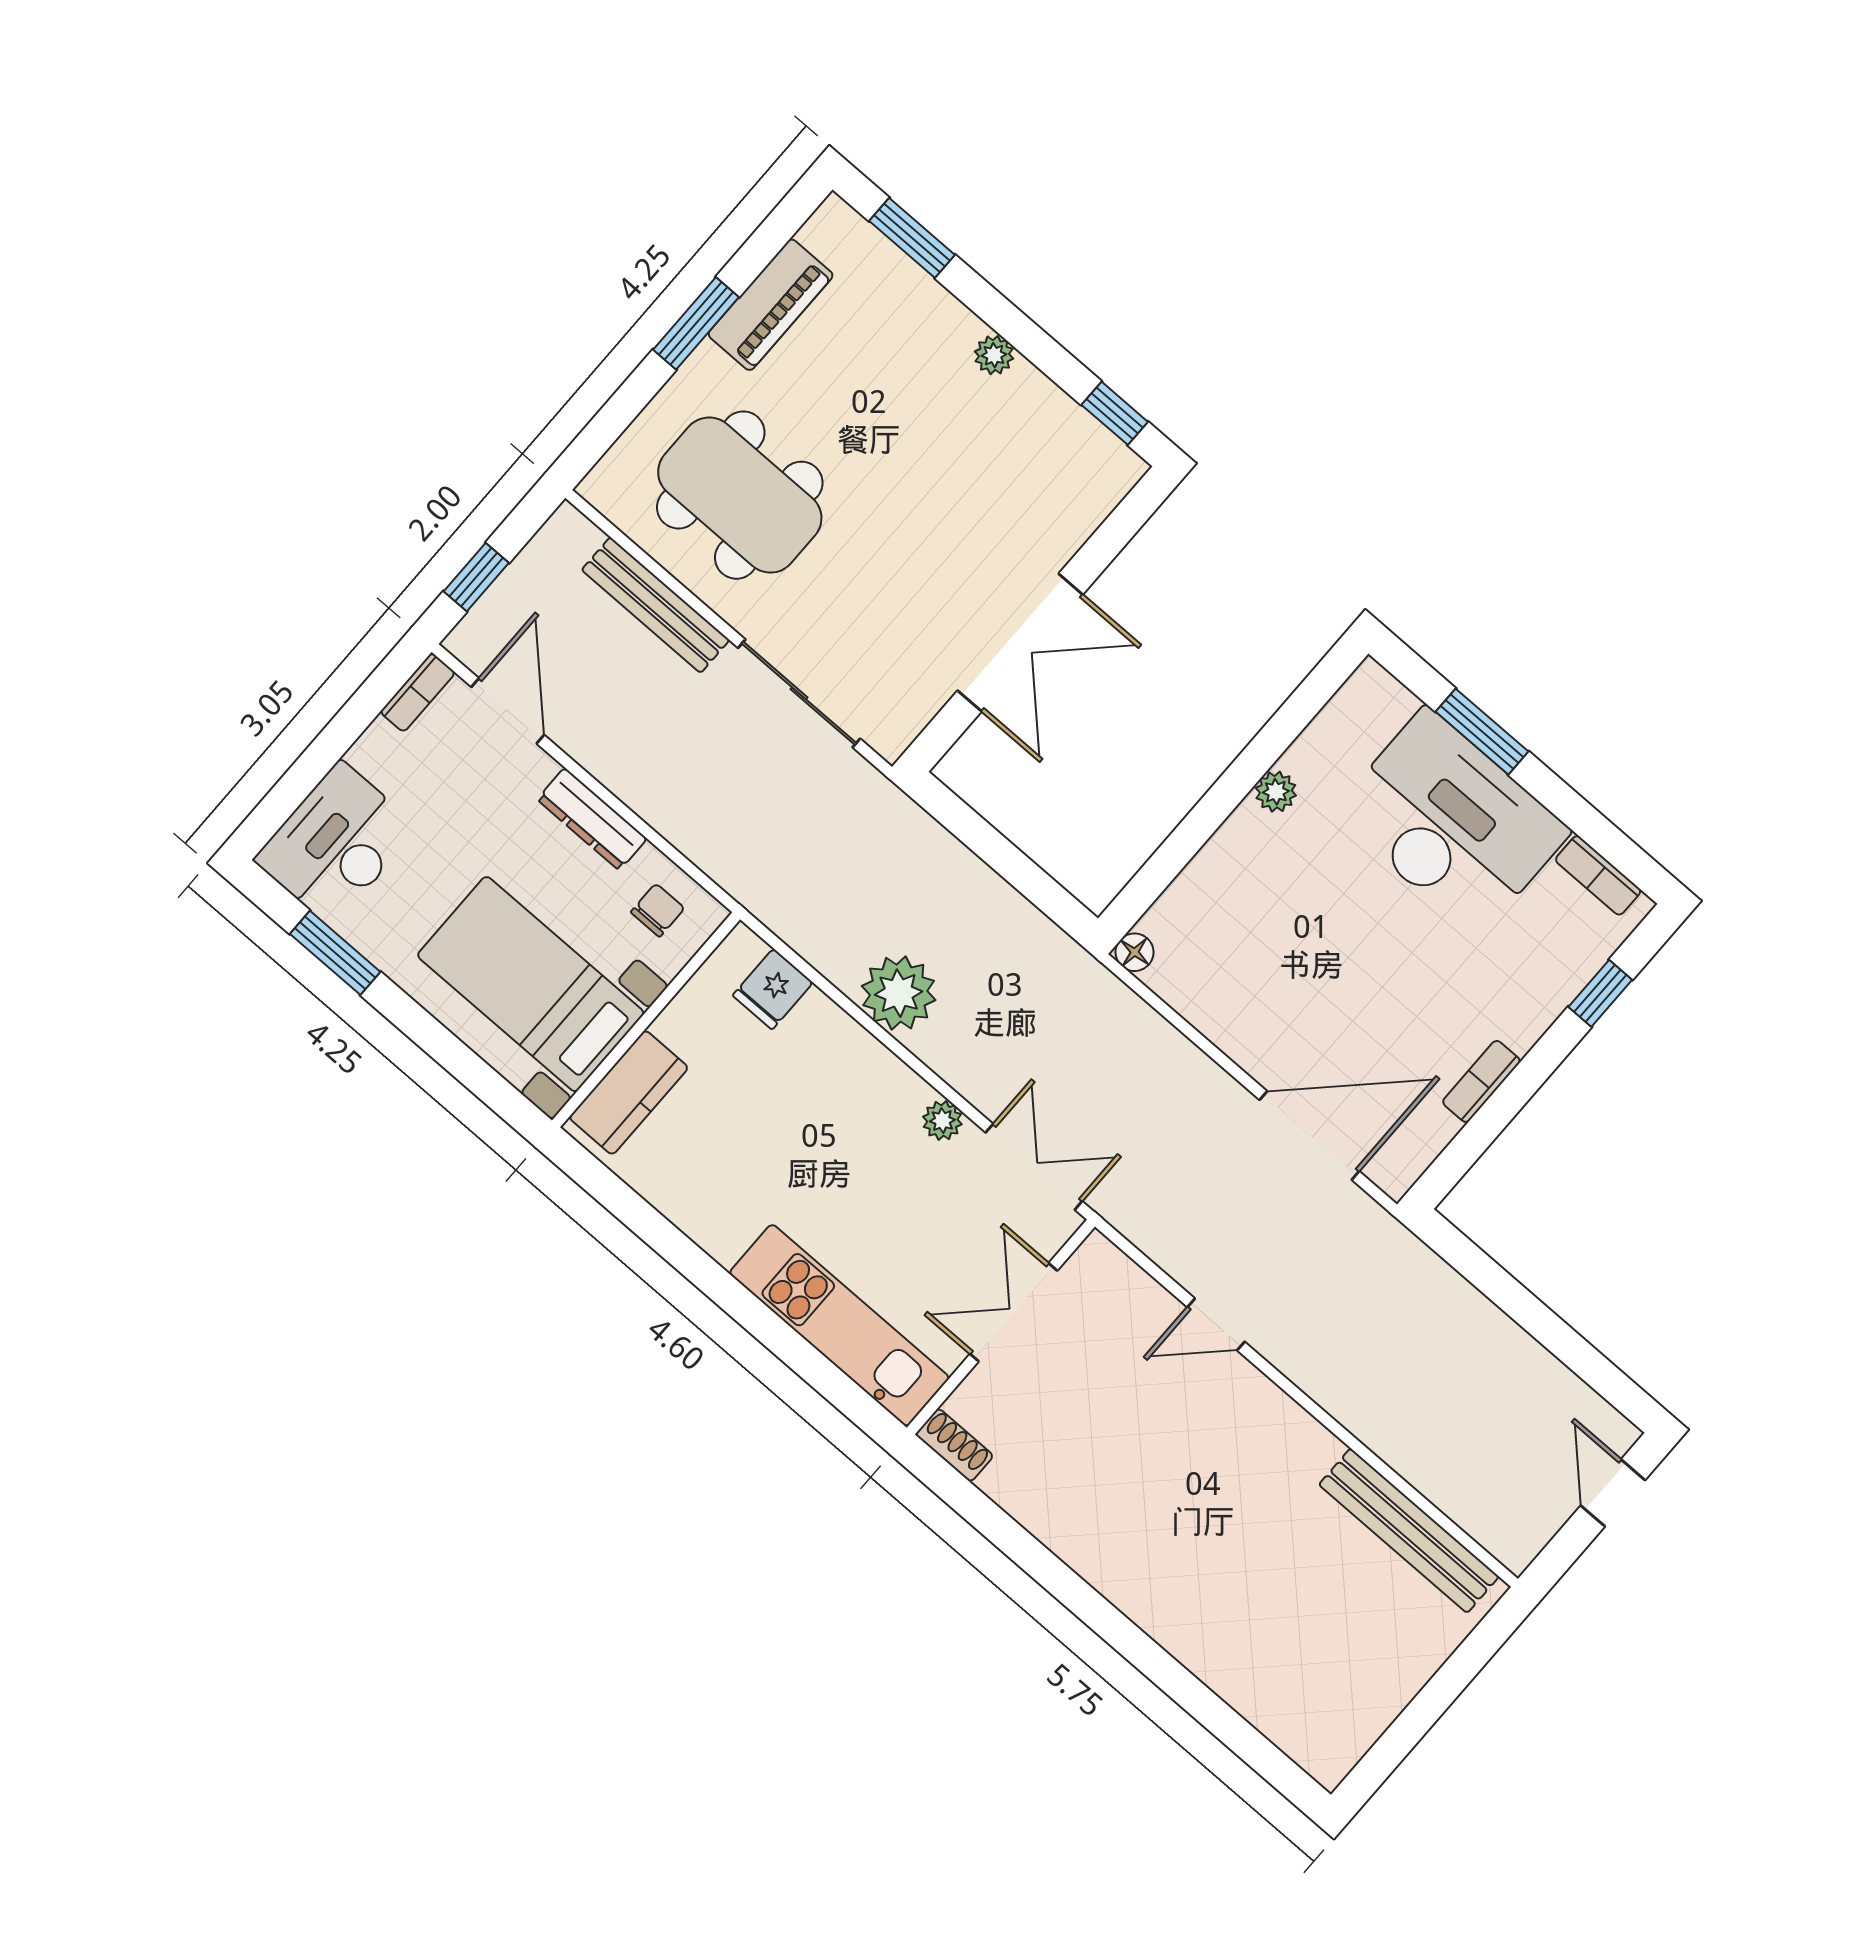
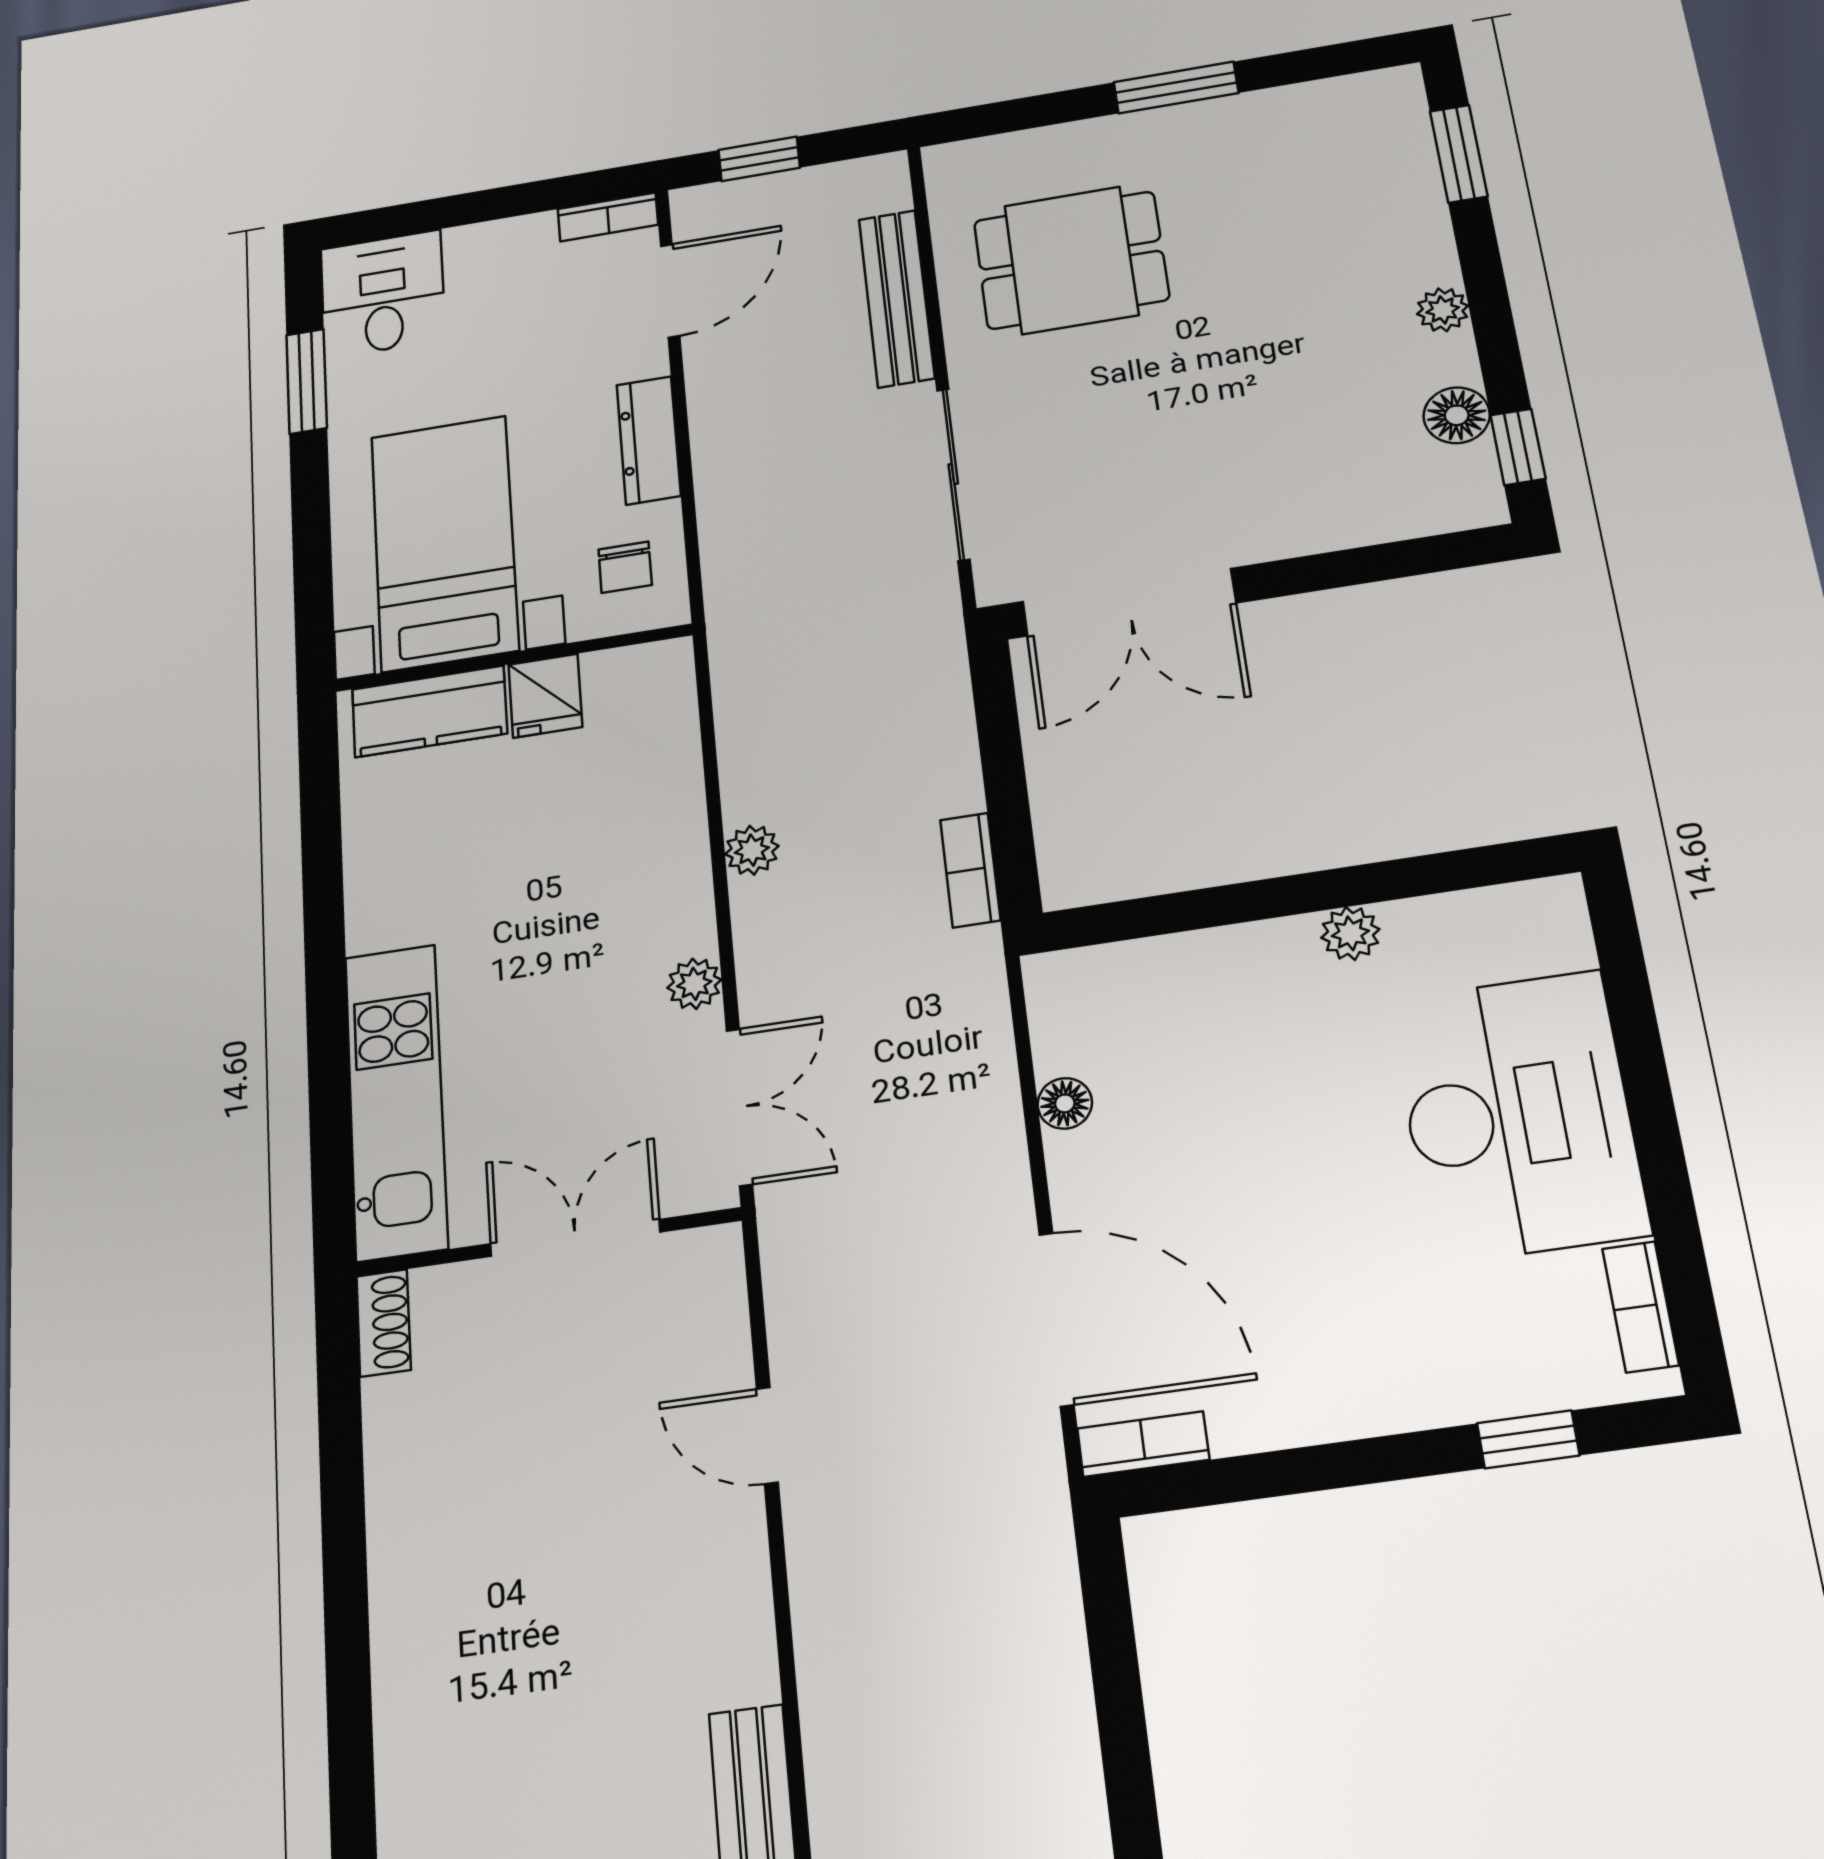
piano: (771, 305) -> (1263, 119), removed
floor lamp: (1062, 420) -> (1457, 415), added
dining table: (740, 495) -> (1071, 260), width x0.73
double door: (1020, 643) -> (1129, 602), moved
window: (1482, 732) -> (1639, 1048), removed
desk: (336, 844) -> (383, 294), width x0.73
chair: (658, 910) -> (625, 567), turned 90
bookcase: (1035, 927) -> (970, 870), added
floor lamp: (1135, 952) -> (1065, 1103), moved
fridge: (773, 989) -> (545, 696), moved, turned -90
plant: (899, 993) -> (752, 850), width x0.53, depth x0.53
bookcase: (1481, 1081) -> (1143, 1444), moved

